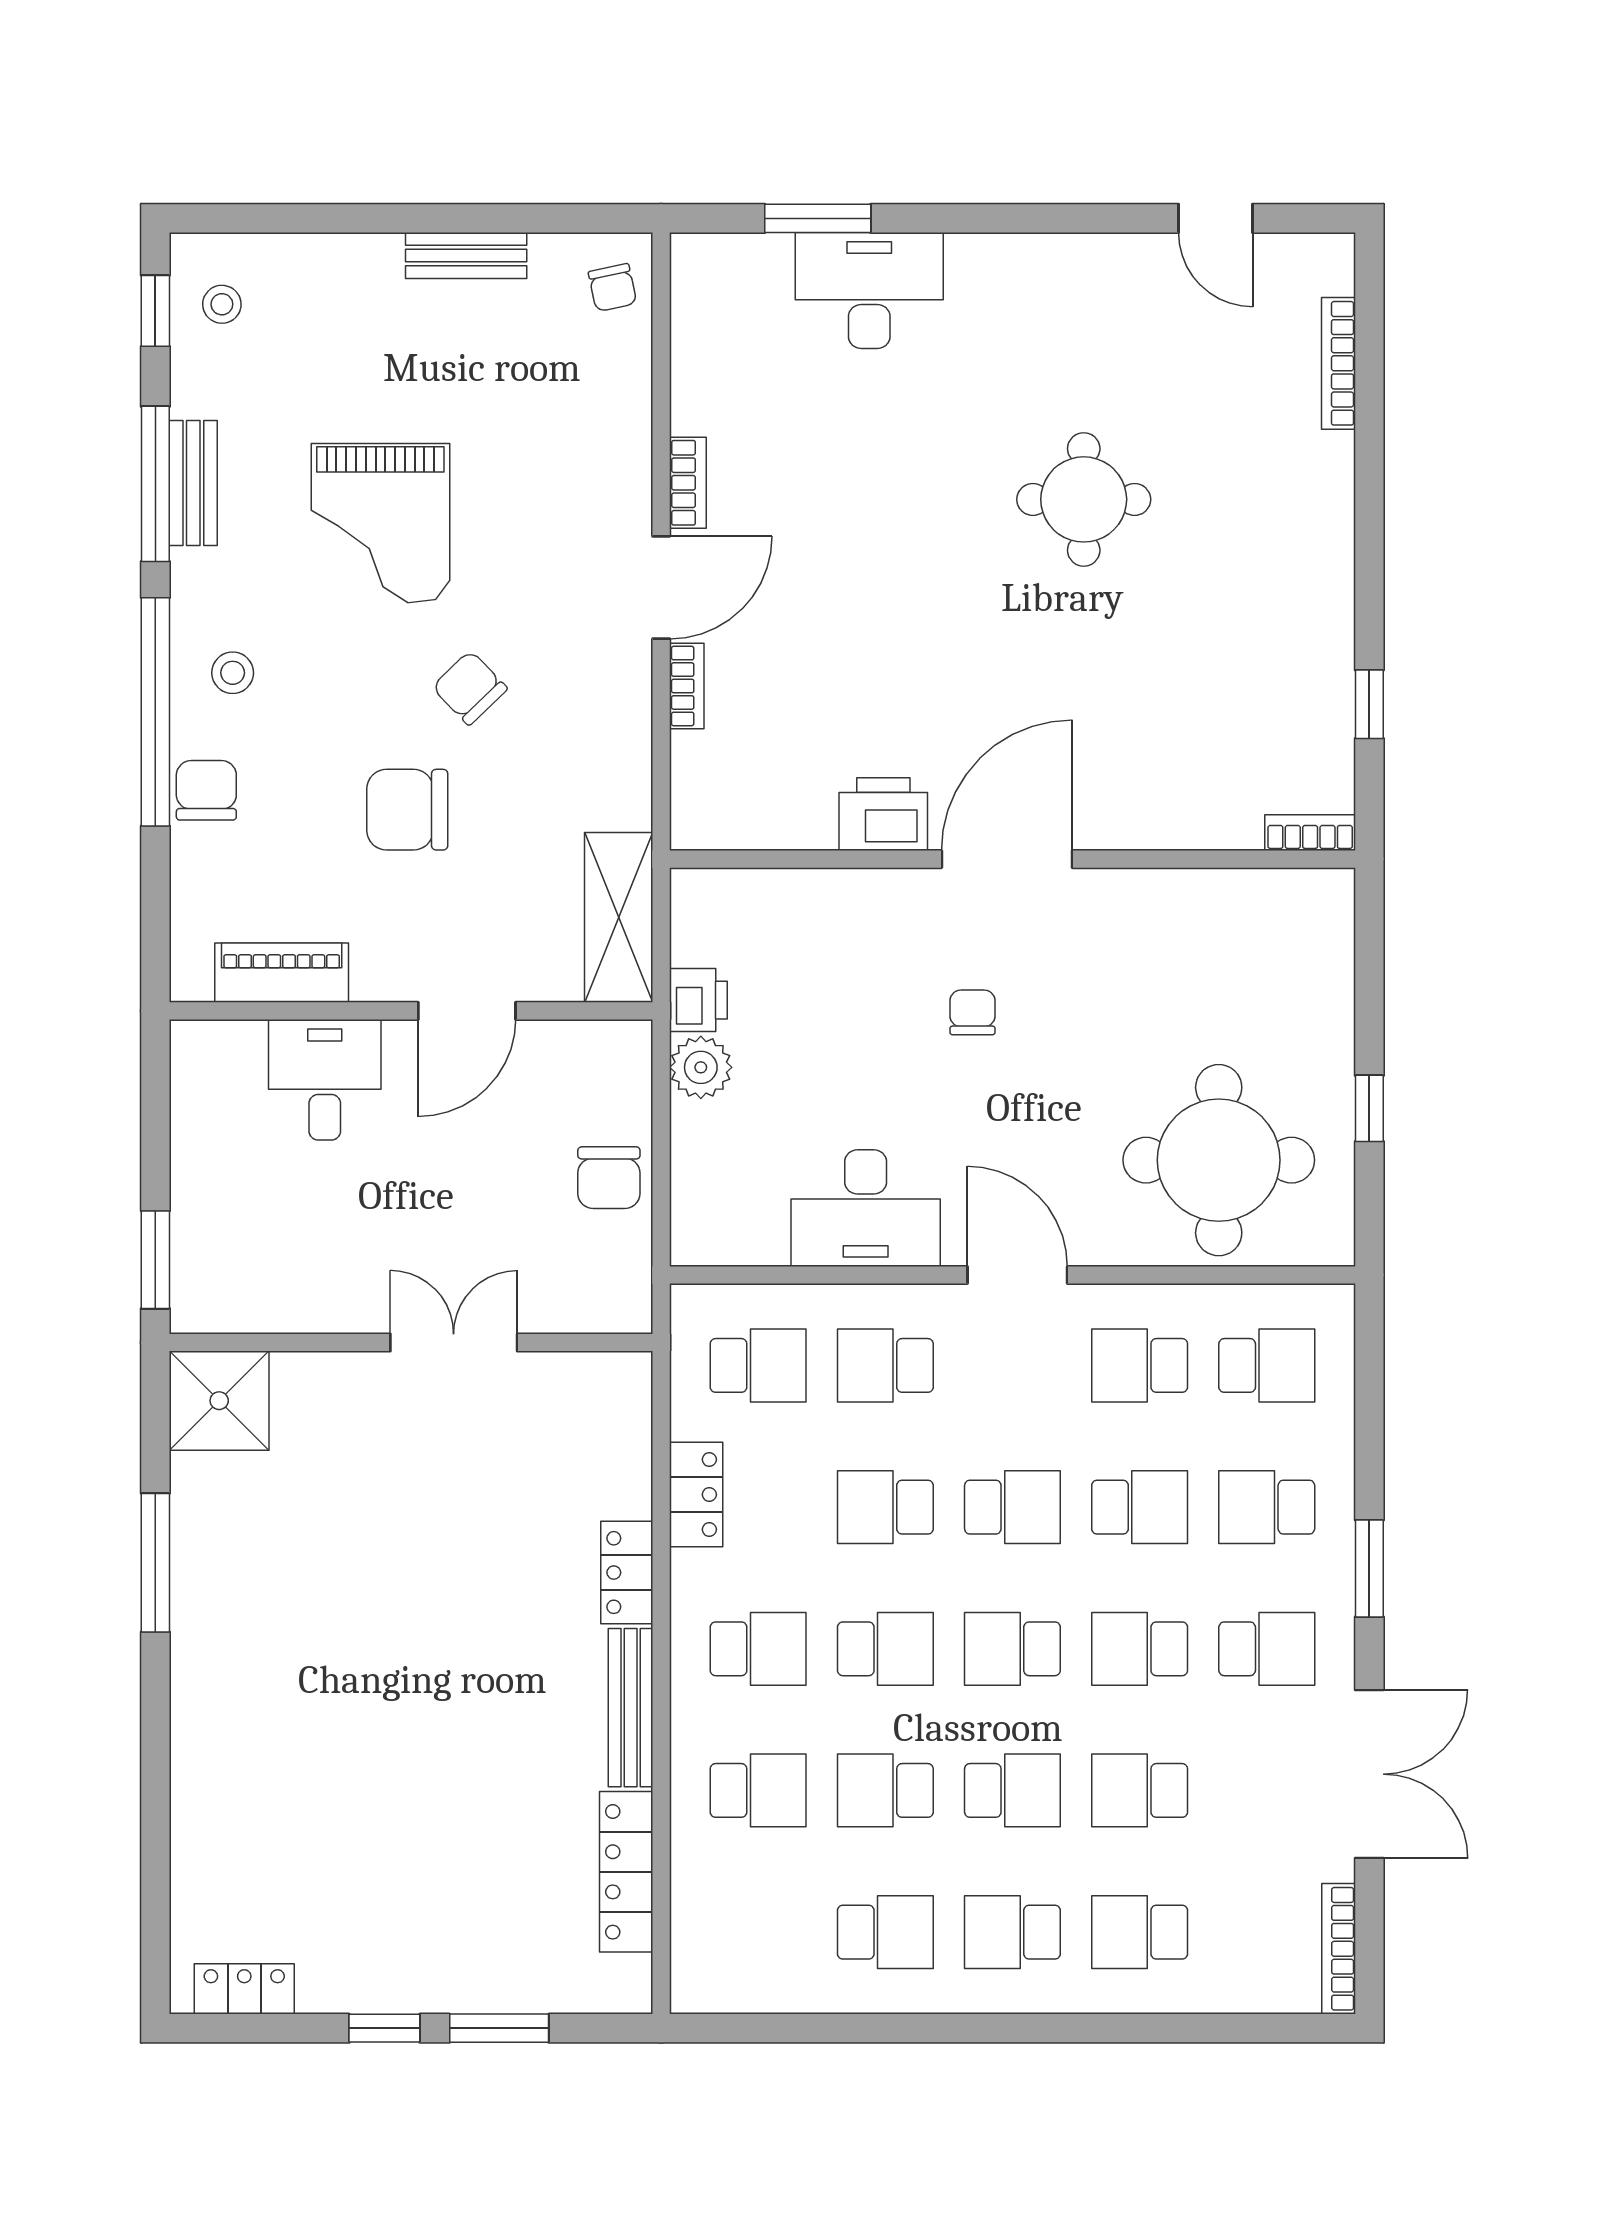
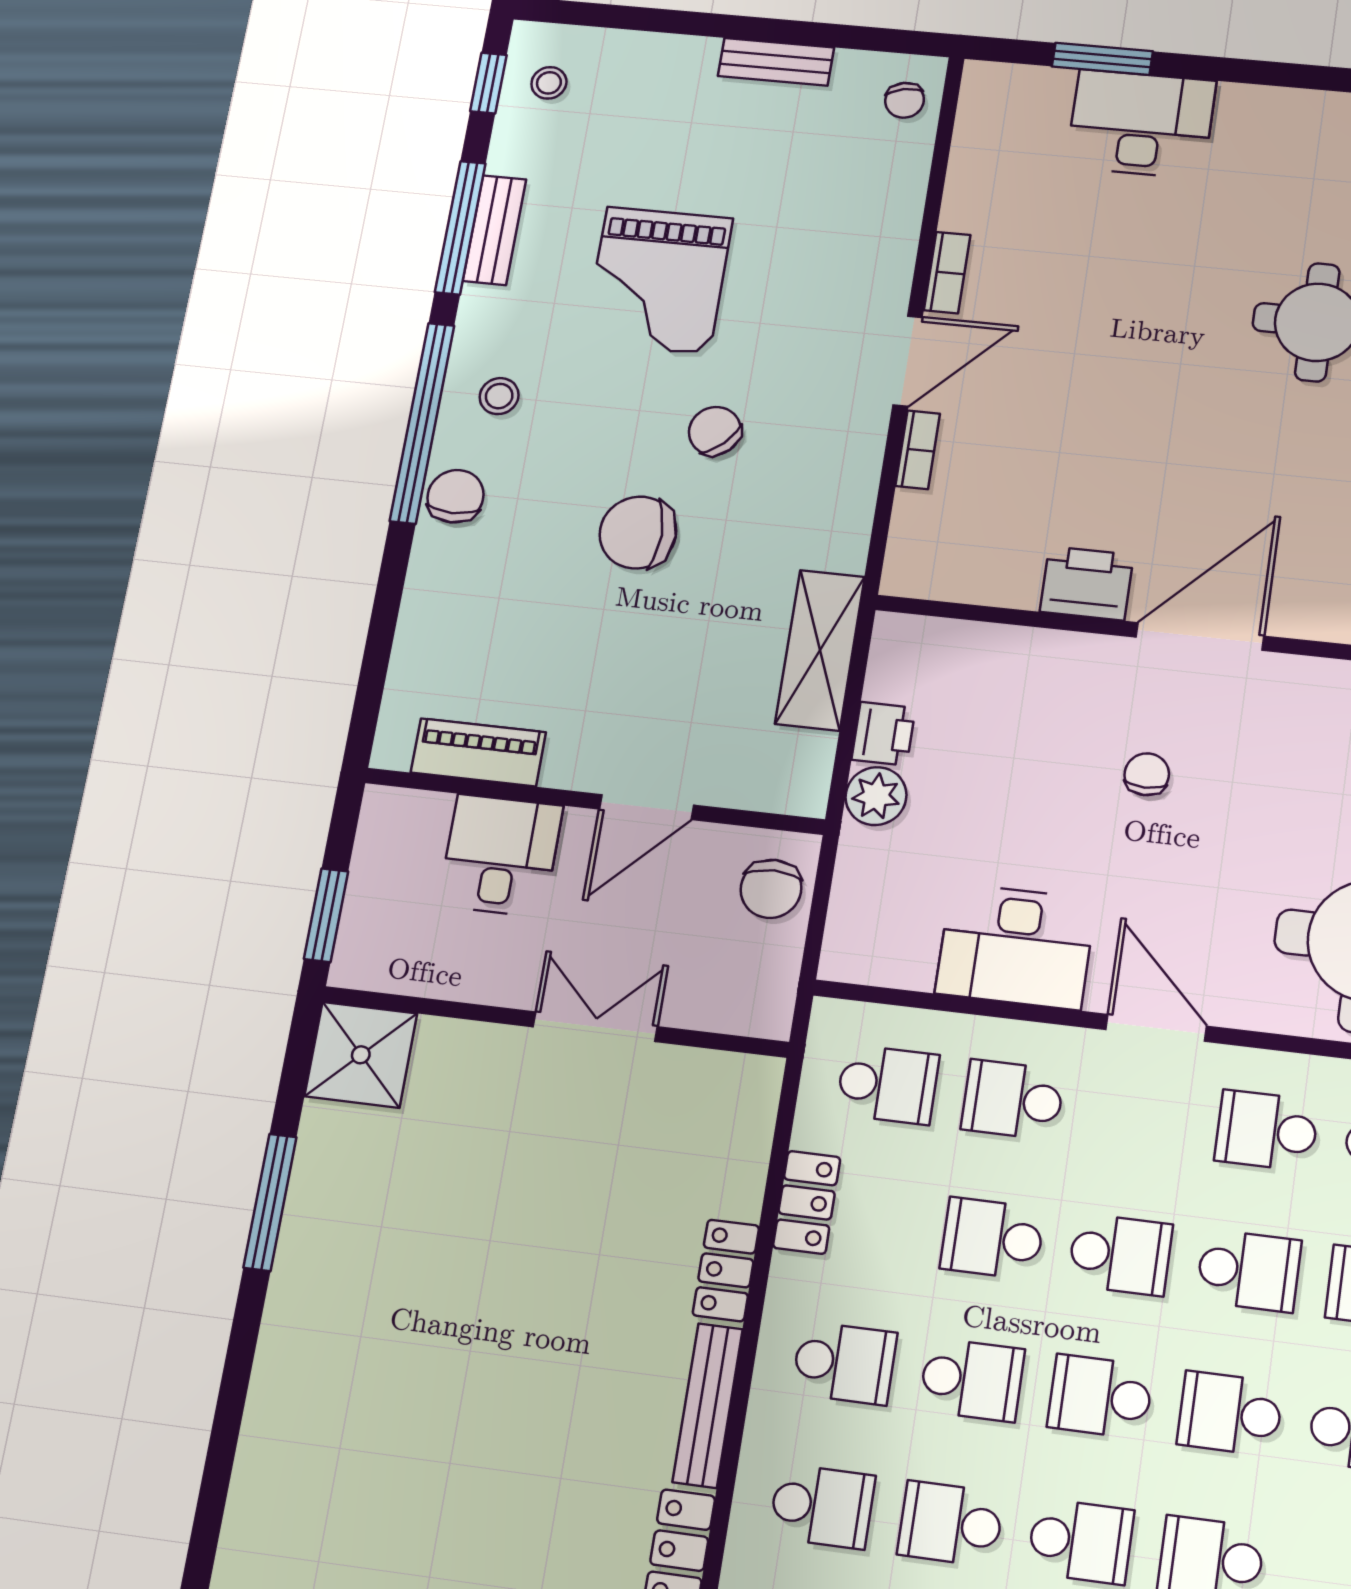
piano: (282, 973) -> (478, 752), moved
wall: (411, 1011) -> (594, 801), moved
door: (467, 1011) -> (646, 807), moved
desk: (325, 1080) -> (500, 855), moved

